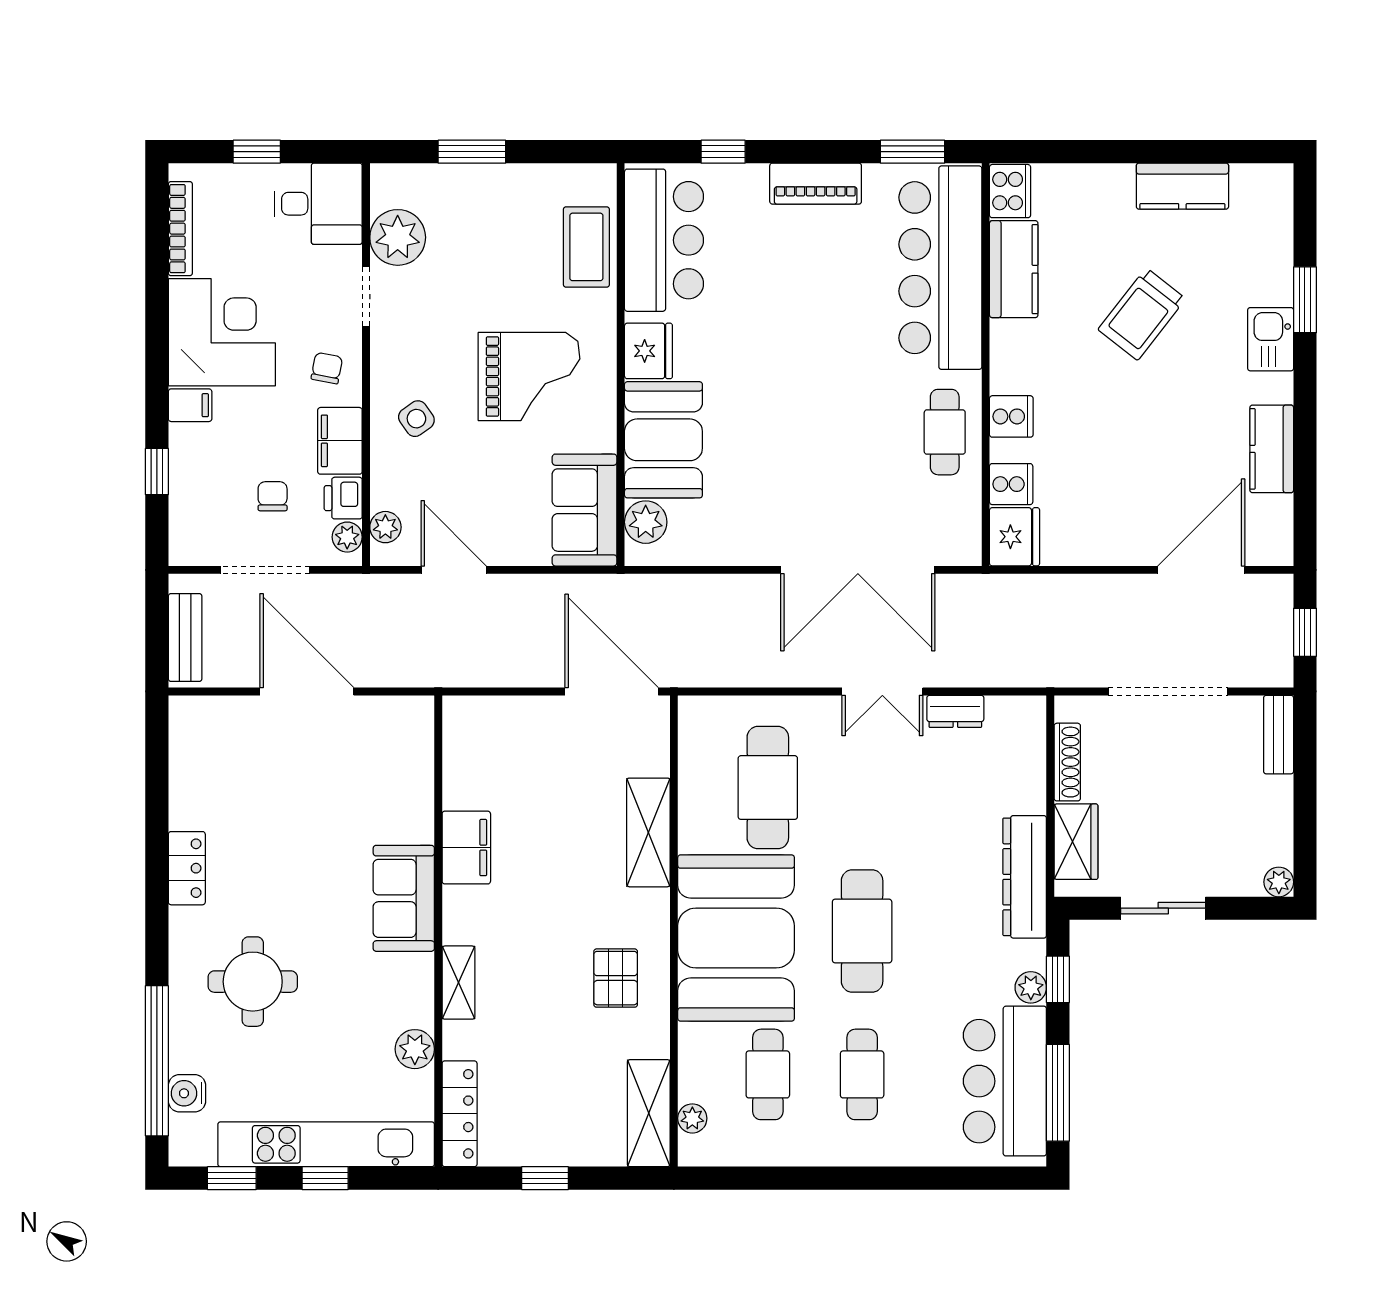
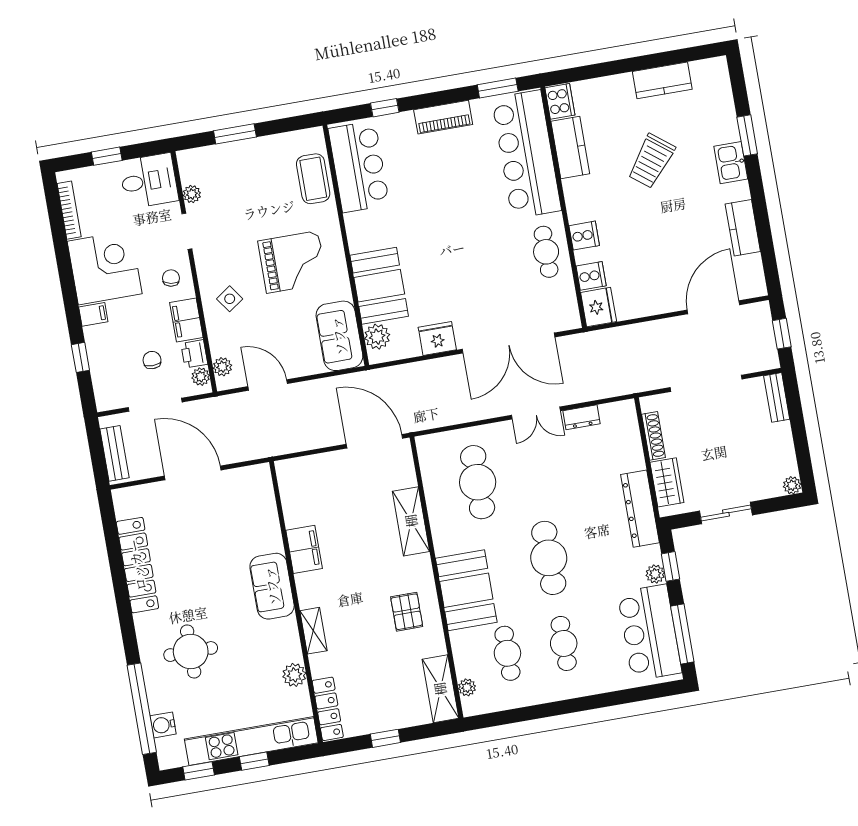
plant: (398, 237) -> (192, 194), width x0.53, depth x0.53
fridge: (648, 351) -> (437, 338), moved, turned -90
locker: (187, 868) -> (137, 565), width x2.16, depth x1.21
booth: (736, 938) -> (466, 590), width x0.73, depth x0.70

